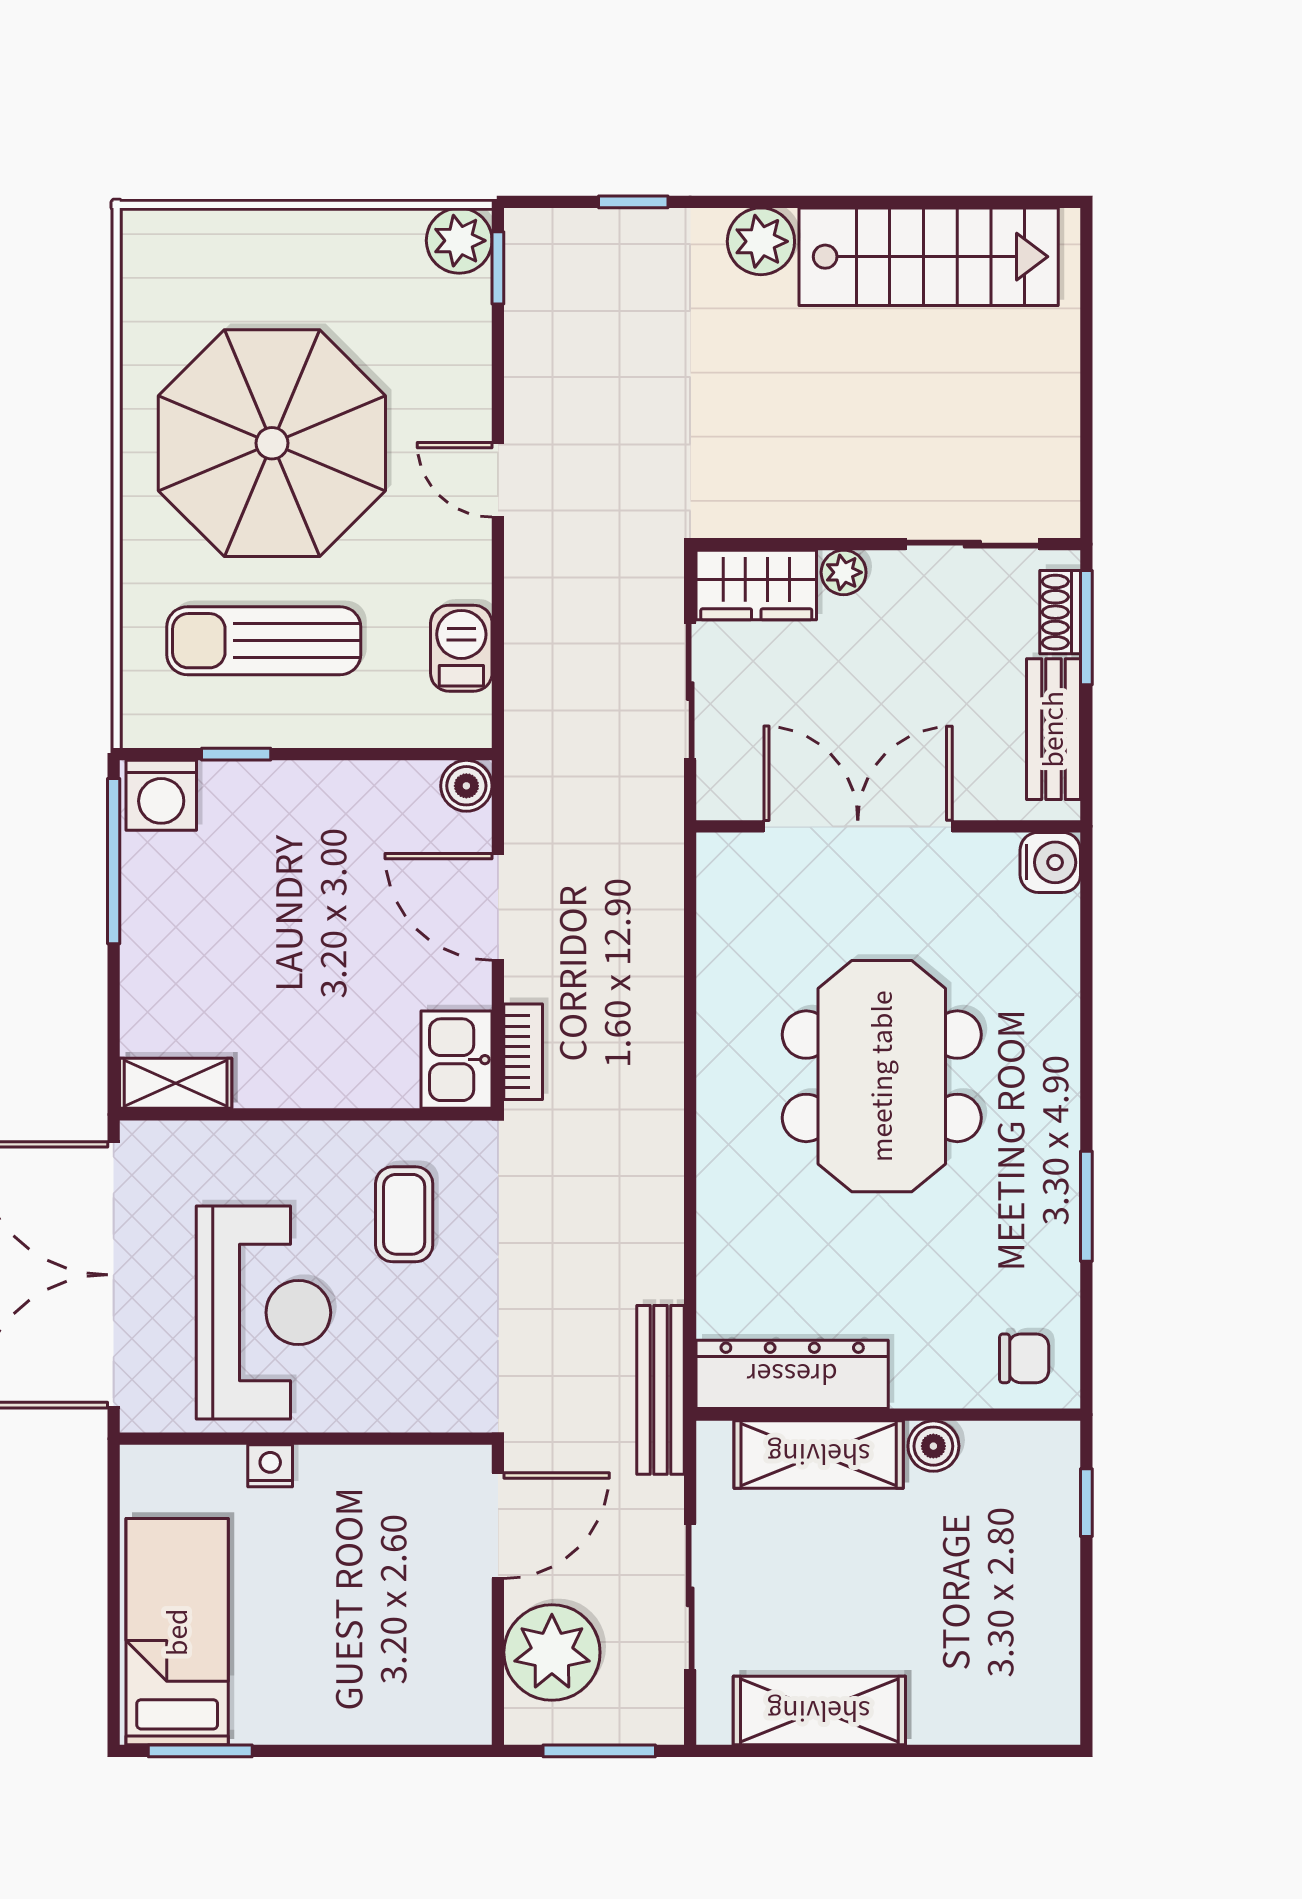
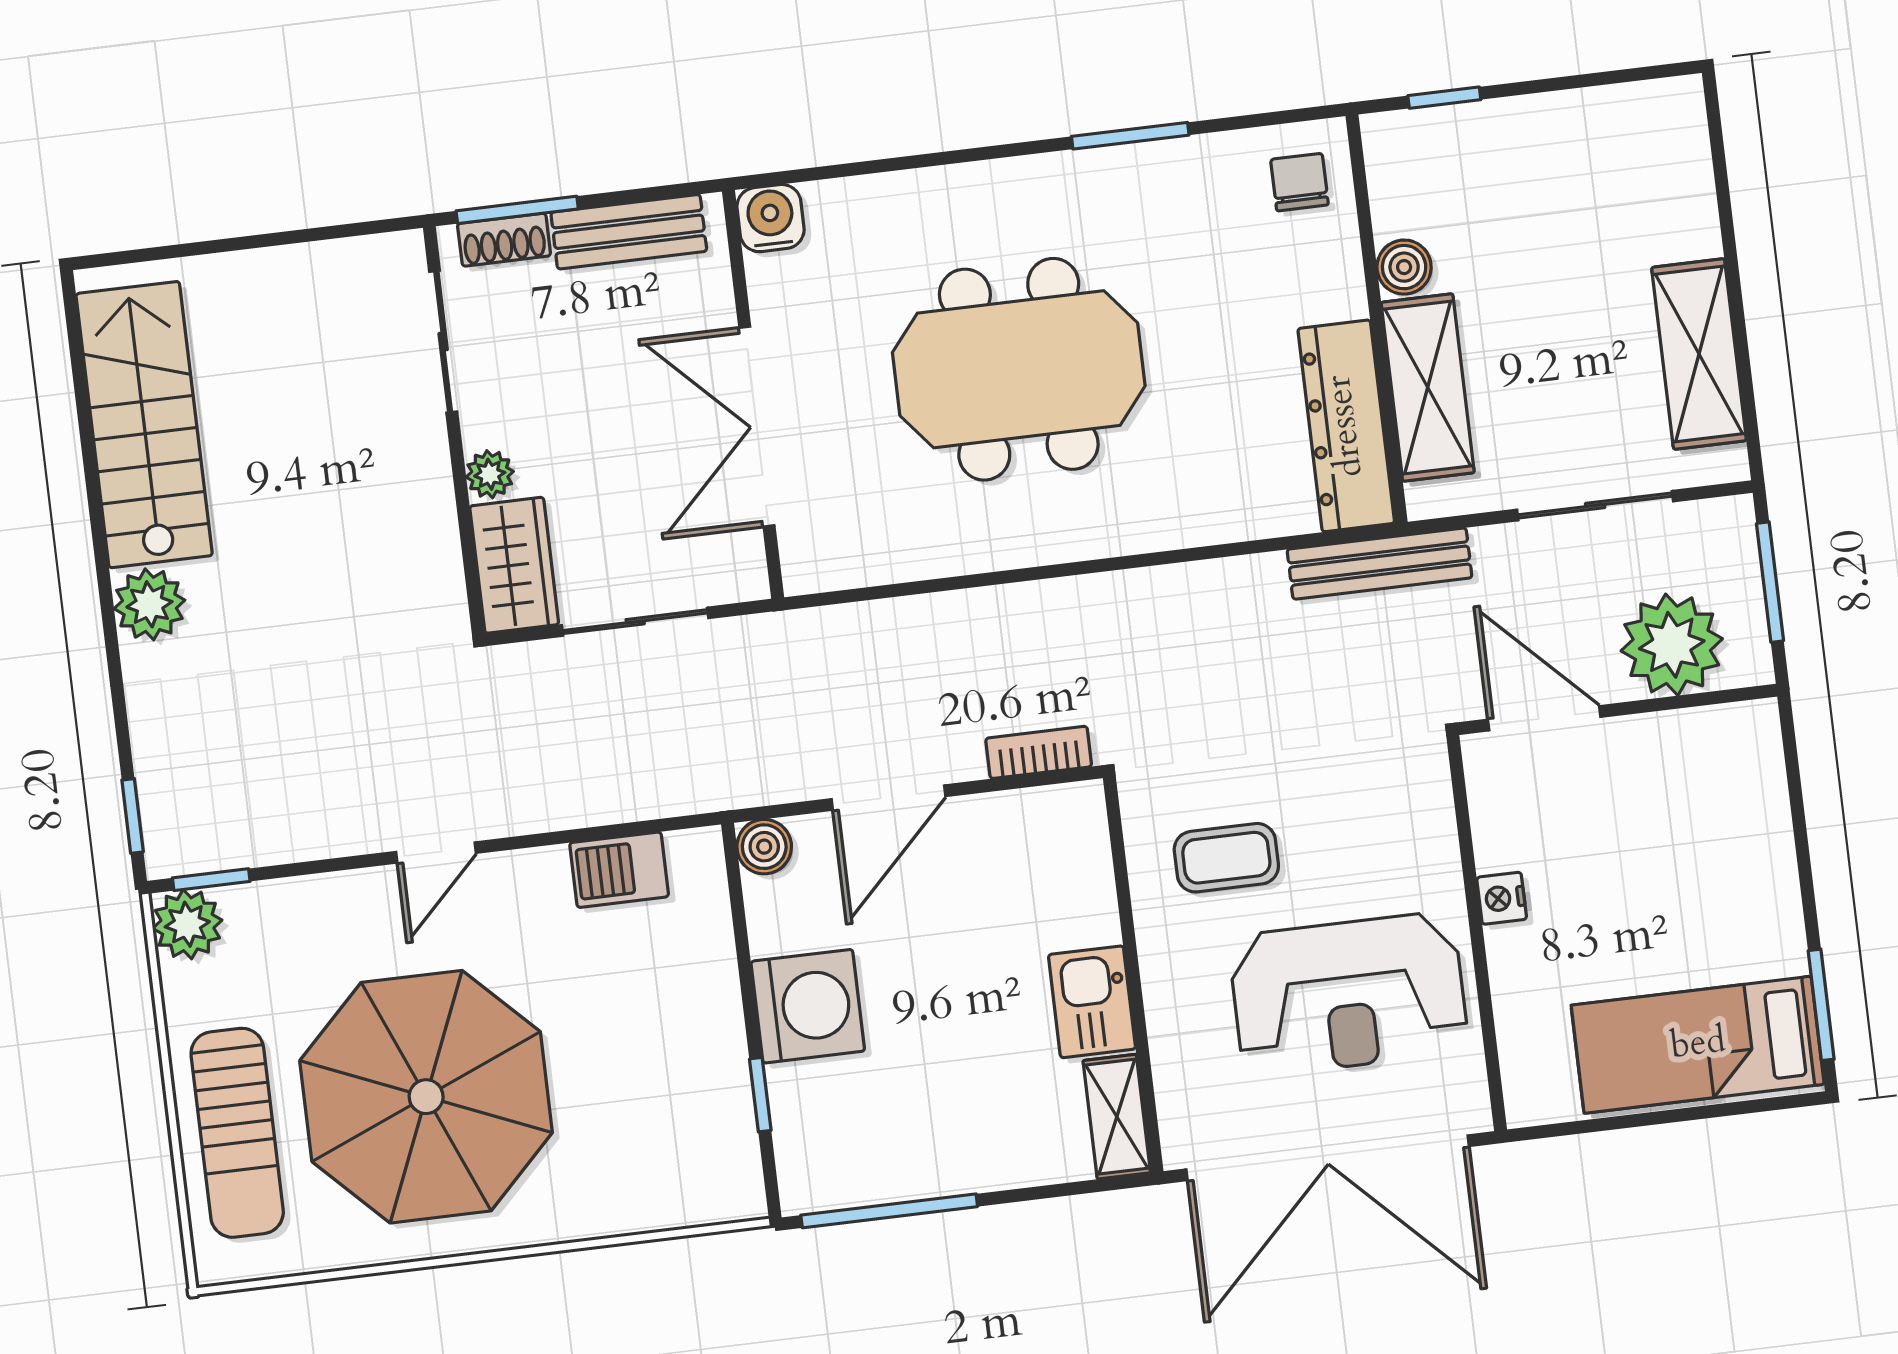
window: (633, 202) -> (133, 816), moved
sun lounger: (264, 641) -> (237, 1133), moved
washing machine: (161, 795) -> (808, 1006), moved, width x1.37, depth x1.37
kitchen sink: (457, 1060) -> (1092, 1002), moved, turned 90
reception desk: (263, 1313) -> (1348, 994), turned 180
nightstand: (270, 1466) -> (1502, 898), moved

